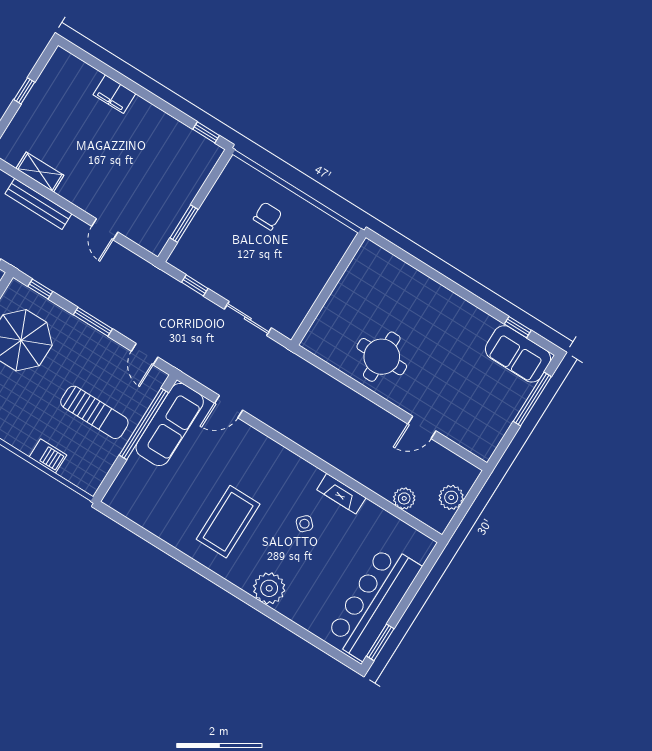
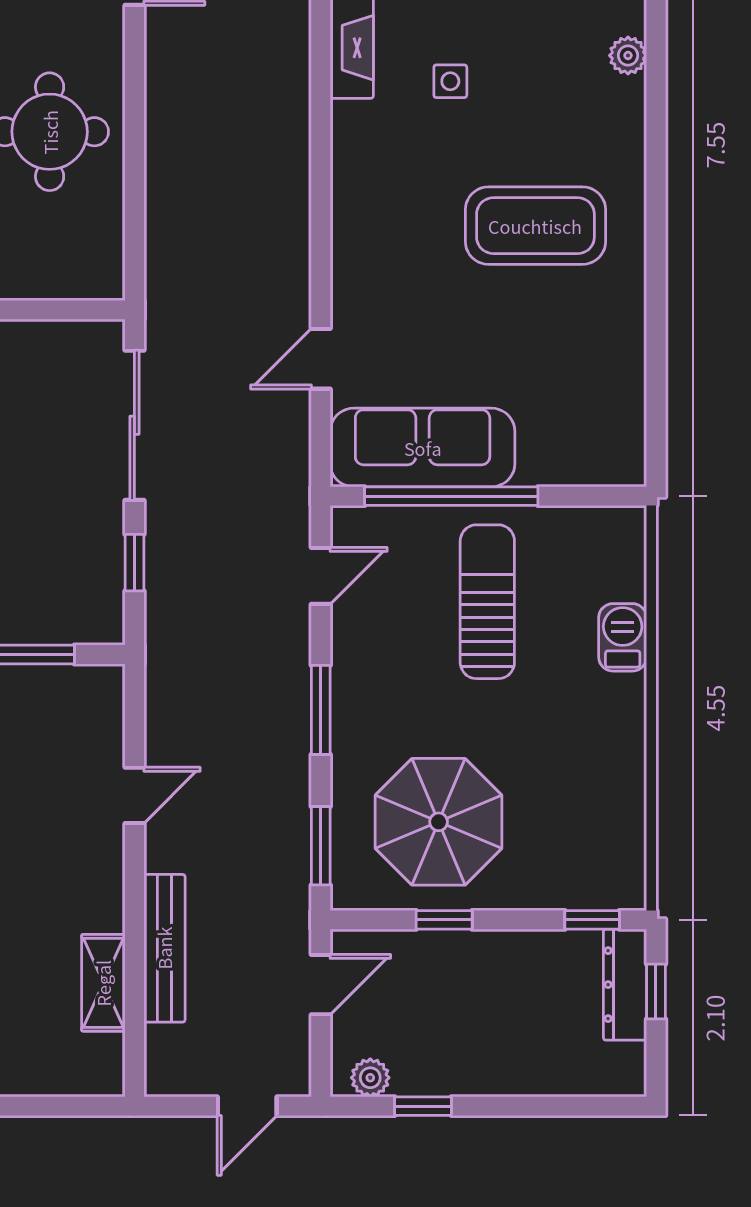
window: (40, 289) -> (321, 846), width x1.50
sliding door: (248, 319) -> (134, 425), width x1.37
door: (229, 407) -> (321, 359), swing flipped
side table: (304, 524) -> (450, 81), turned 45
plant: (269, 588) -> (628, 55), width x0.53, depth x0.53

